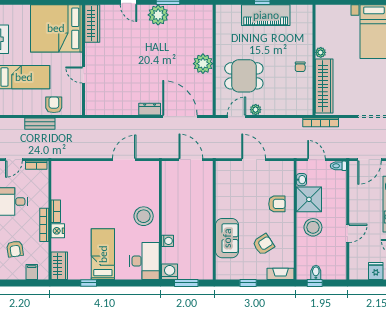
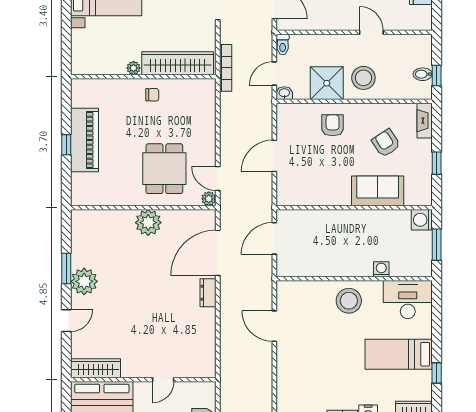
plant: (256, 110) -> (209, 199), moved
washbasin: (301, 180) -> (284, 93), moved
washing machine: (170, 272) -> (422, 220), moved

